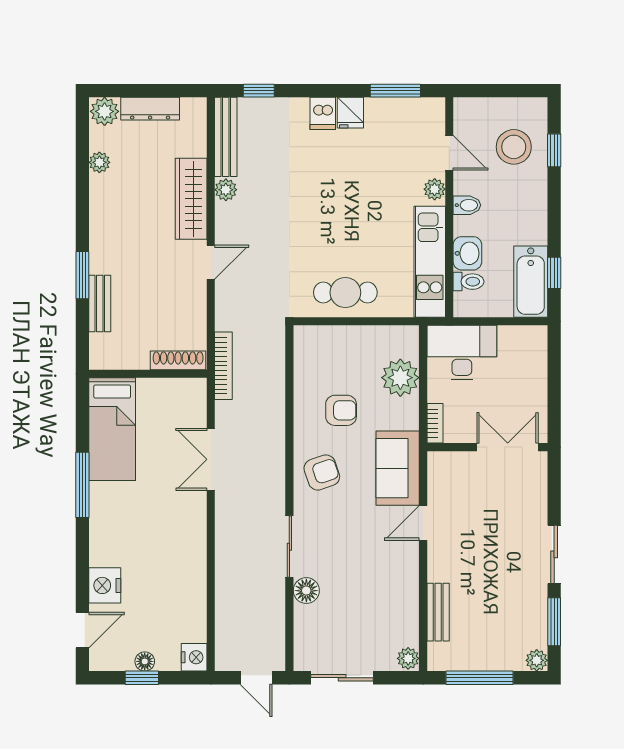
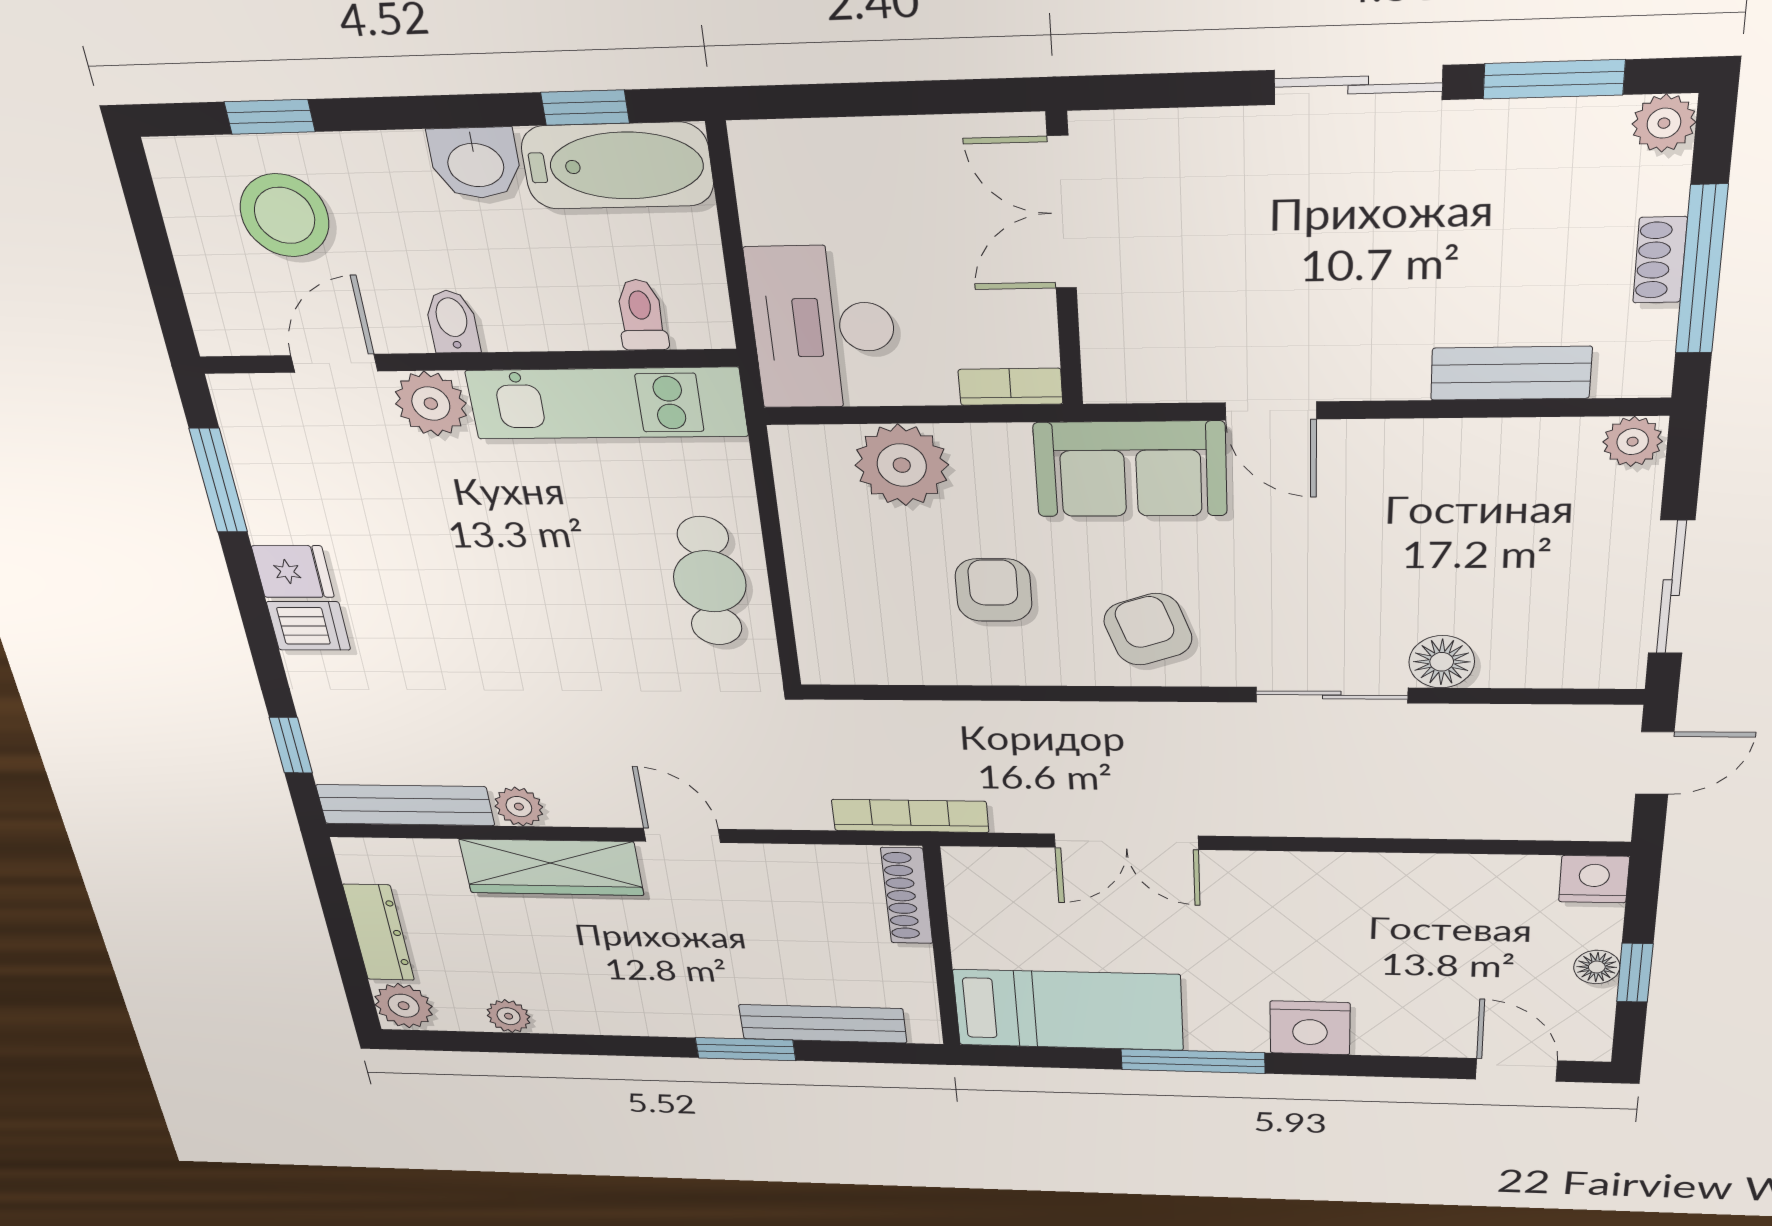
plant: (435, 189) -> (431, 404), width x1.38, depth x1.38
washbasin: (467, 253) -> (475, 163), moved, turned 180
bench: (100, 304) -> (823, 1024), width x1.36
nightstand: (105, 585) -> (1310, 1028), moved
shoe rack: (484, 663) -> (1660, 260), added

